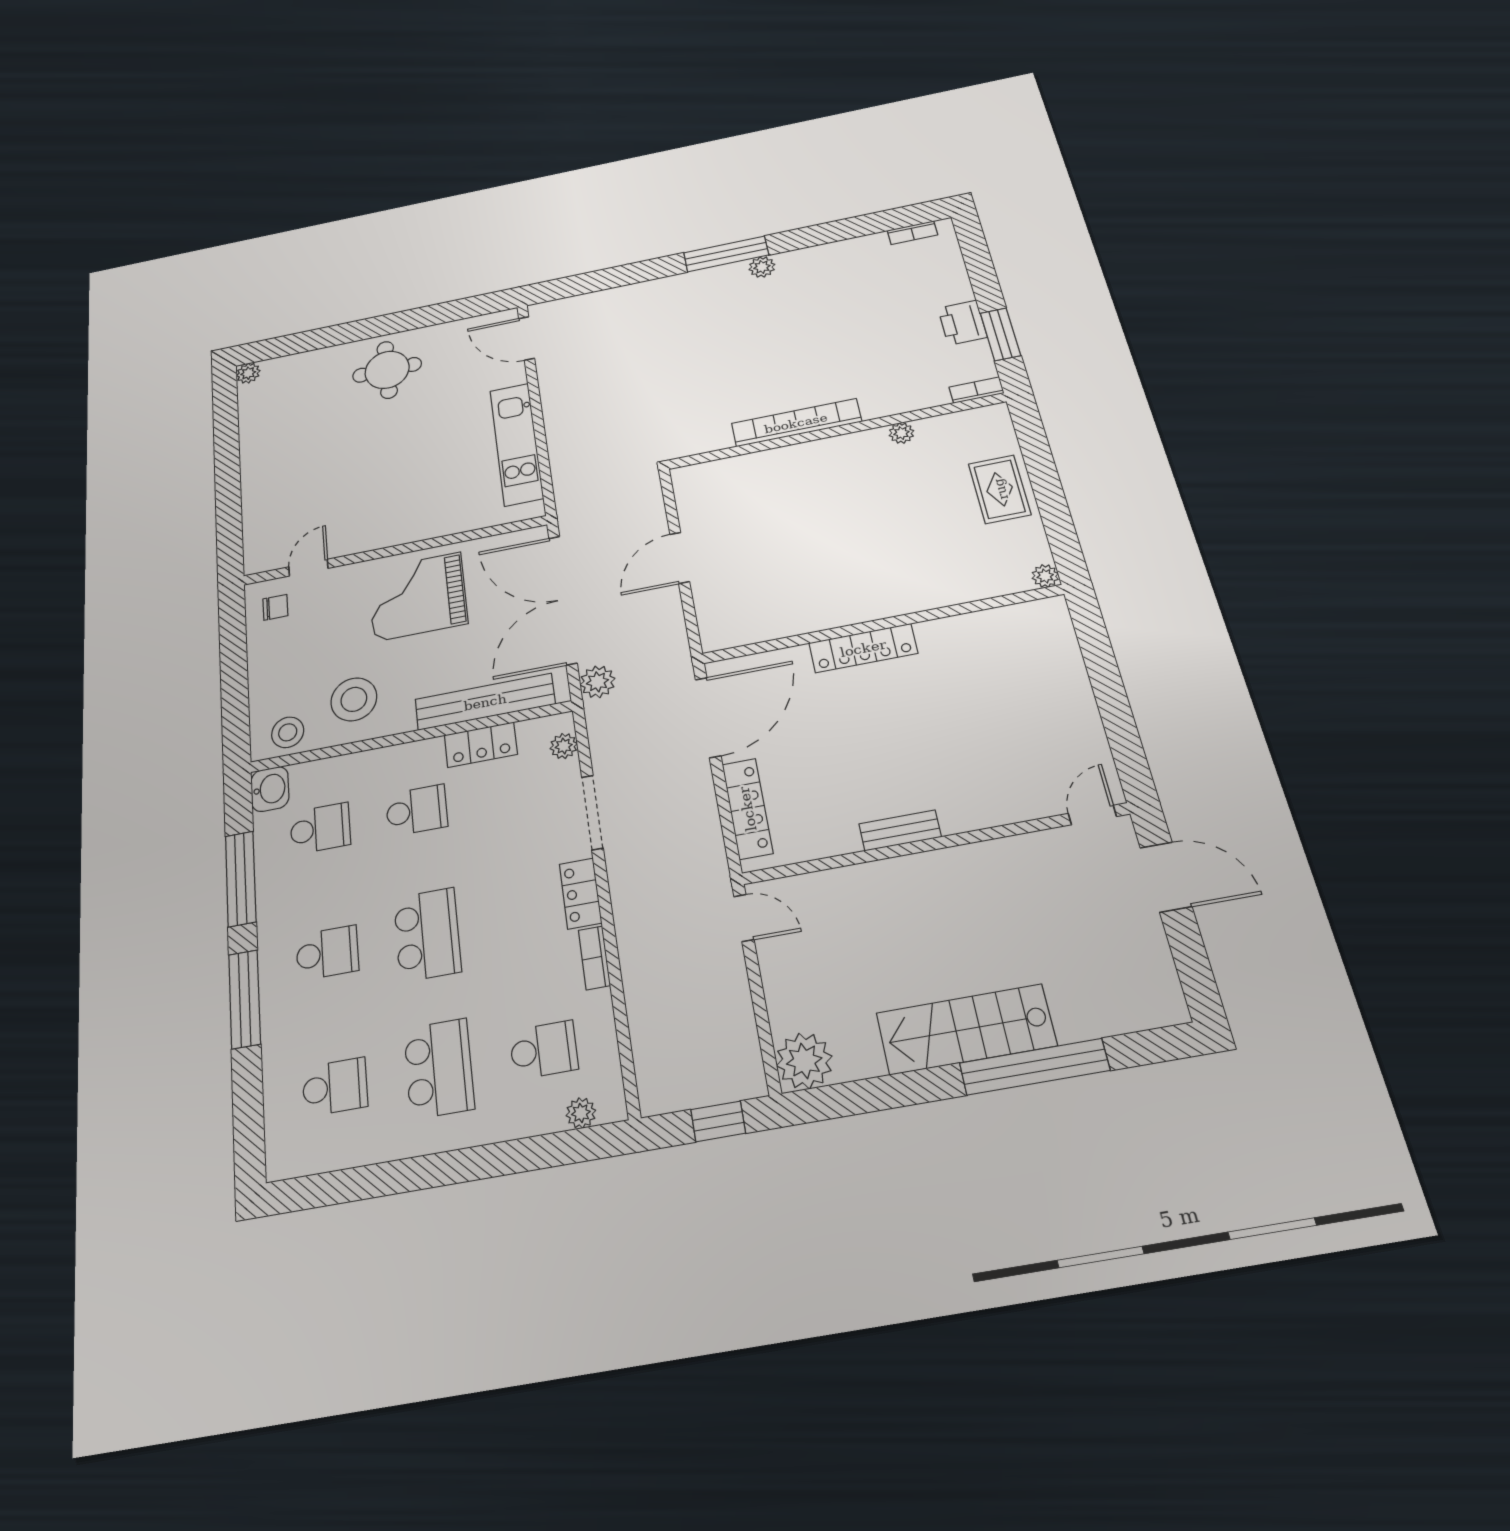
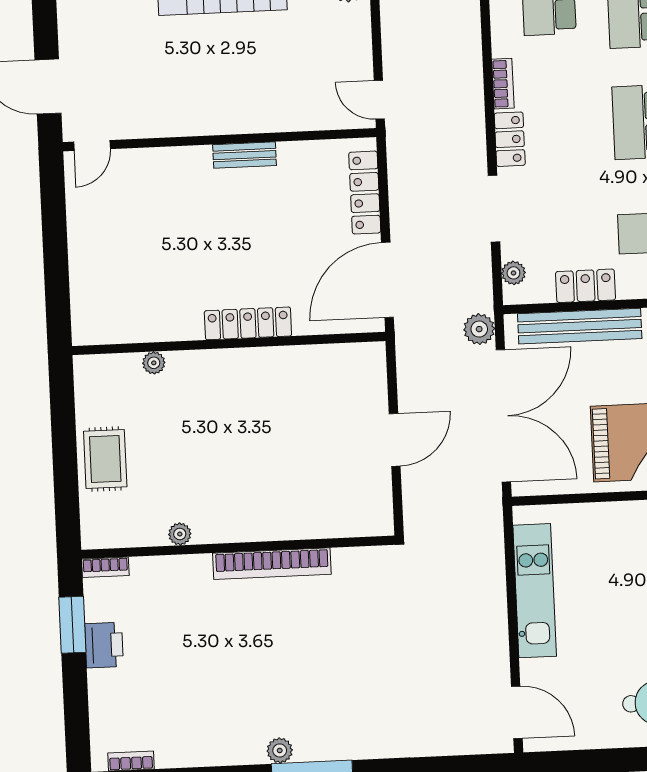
plant: (1045, 576) -> (154, 363), moved

